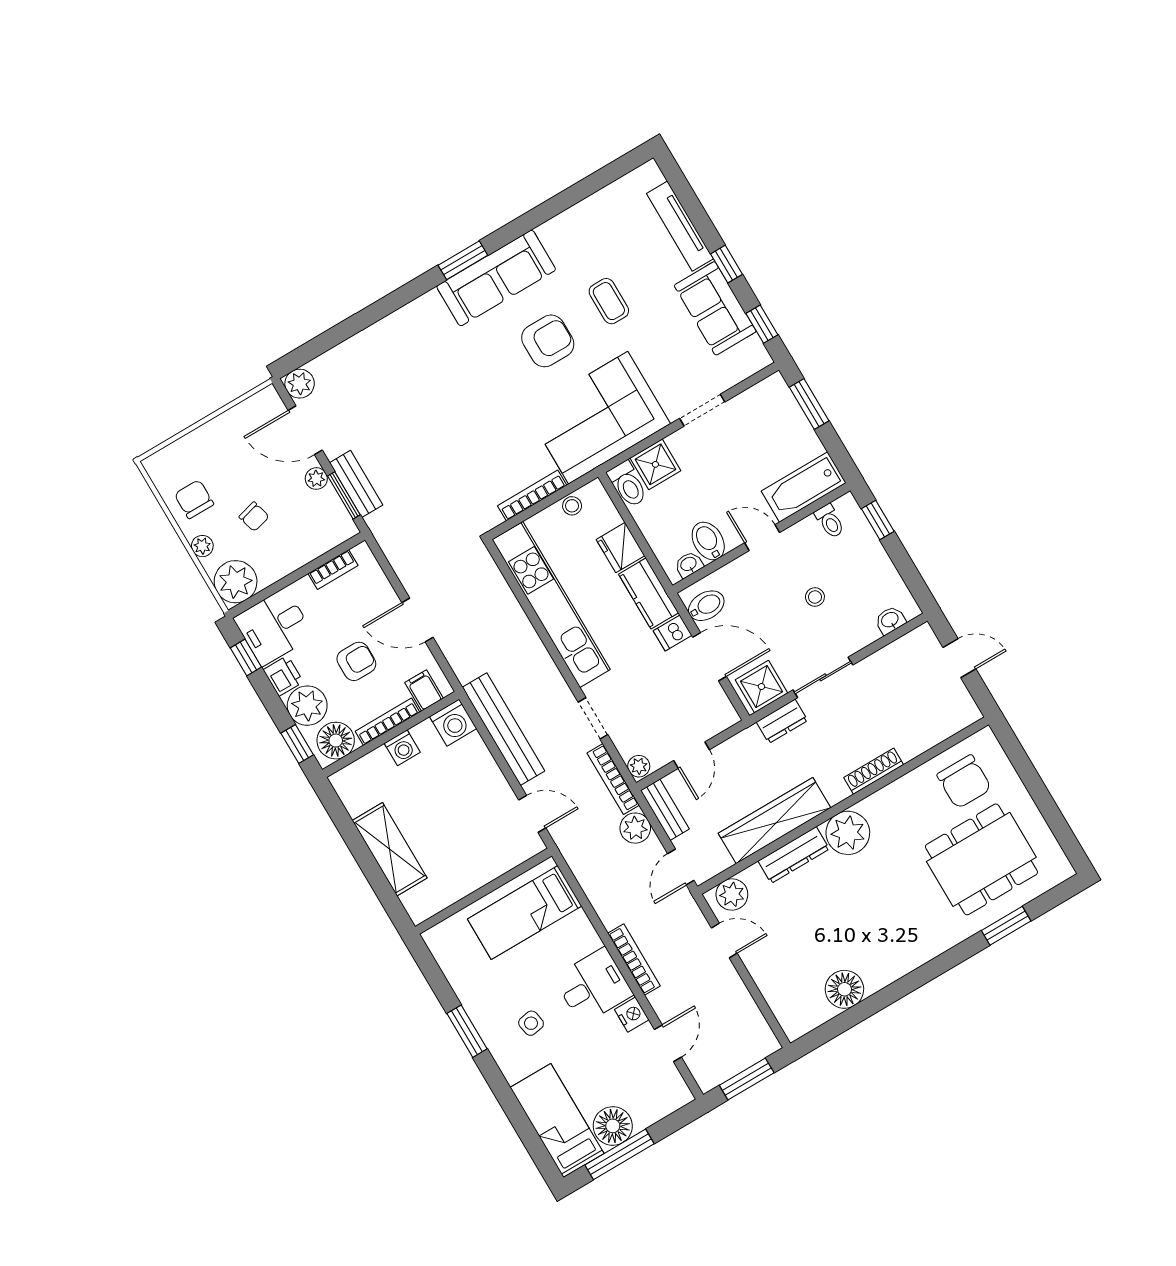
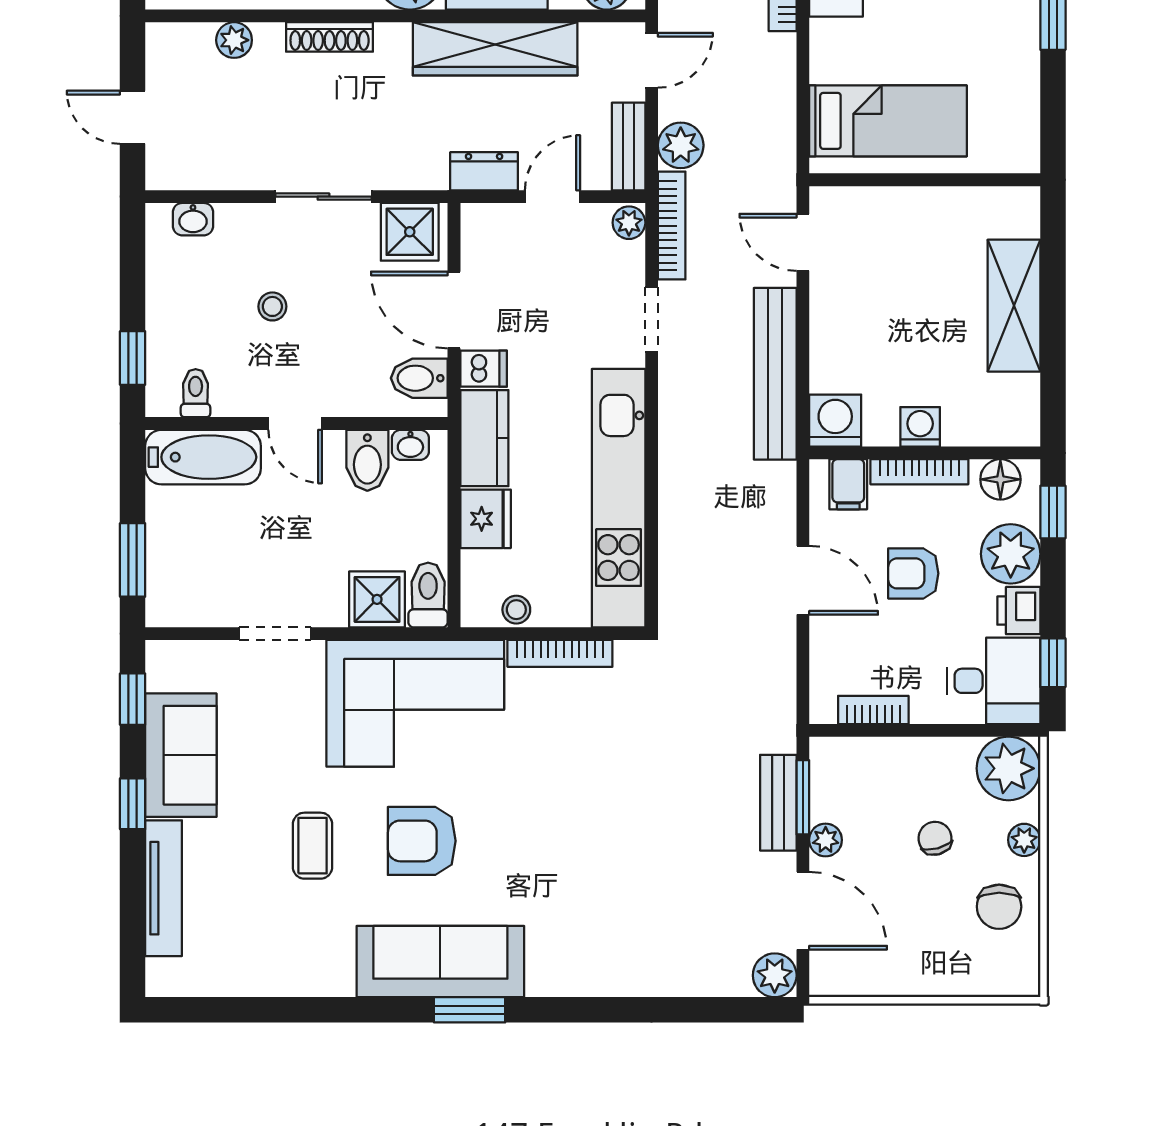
dresser: (782, 721) -> (484, 171), moved
plant: (927, 737) -> (234, 40), added
floor lamp: (336, 741) -> (1000, 479), width x0.73, depth x0.73

